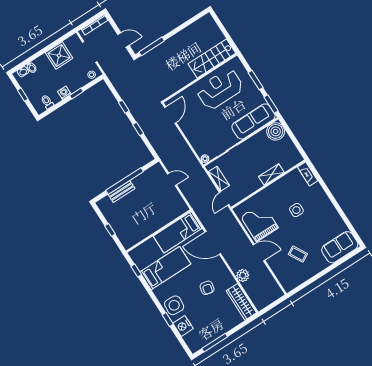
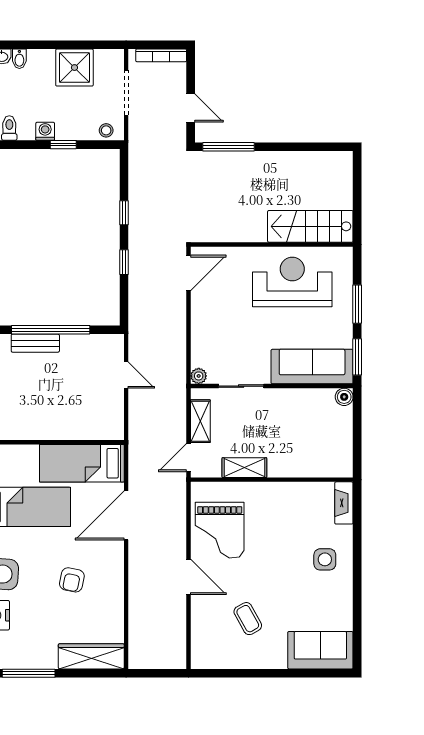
boiler: (276, 131) -> (344, 397), width x0.54, depth x0.54
shelving: (271, 175) -> (244, 468), moved
side table: (296, 210) -> (325, 559), moved
grand piano: (259, 222) -> (220, 530), turned 180
door: (213, 243) -> (126, 515), hinge flipped
plant: (243, 275) -> (140, 596), removed
wardrobe: (241, 302) -> (91, 656), moved, turned 90

